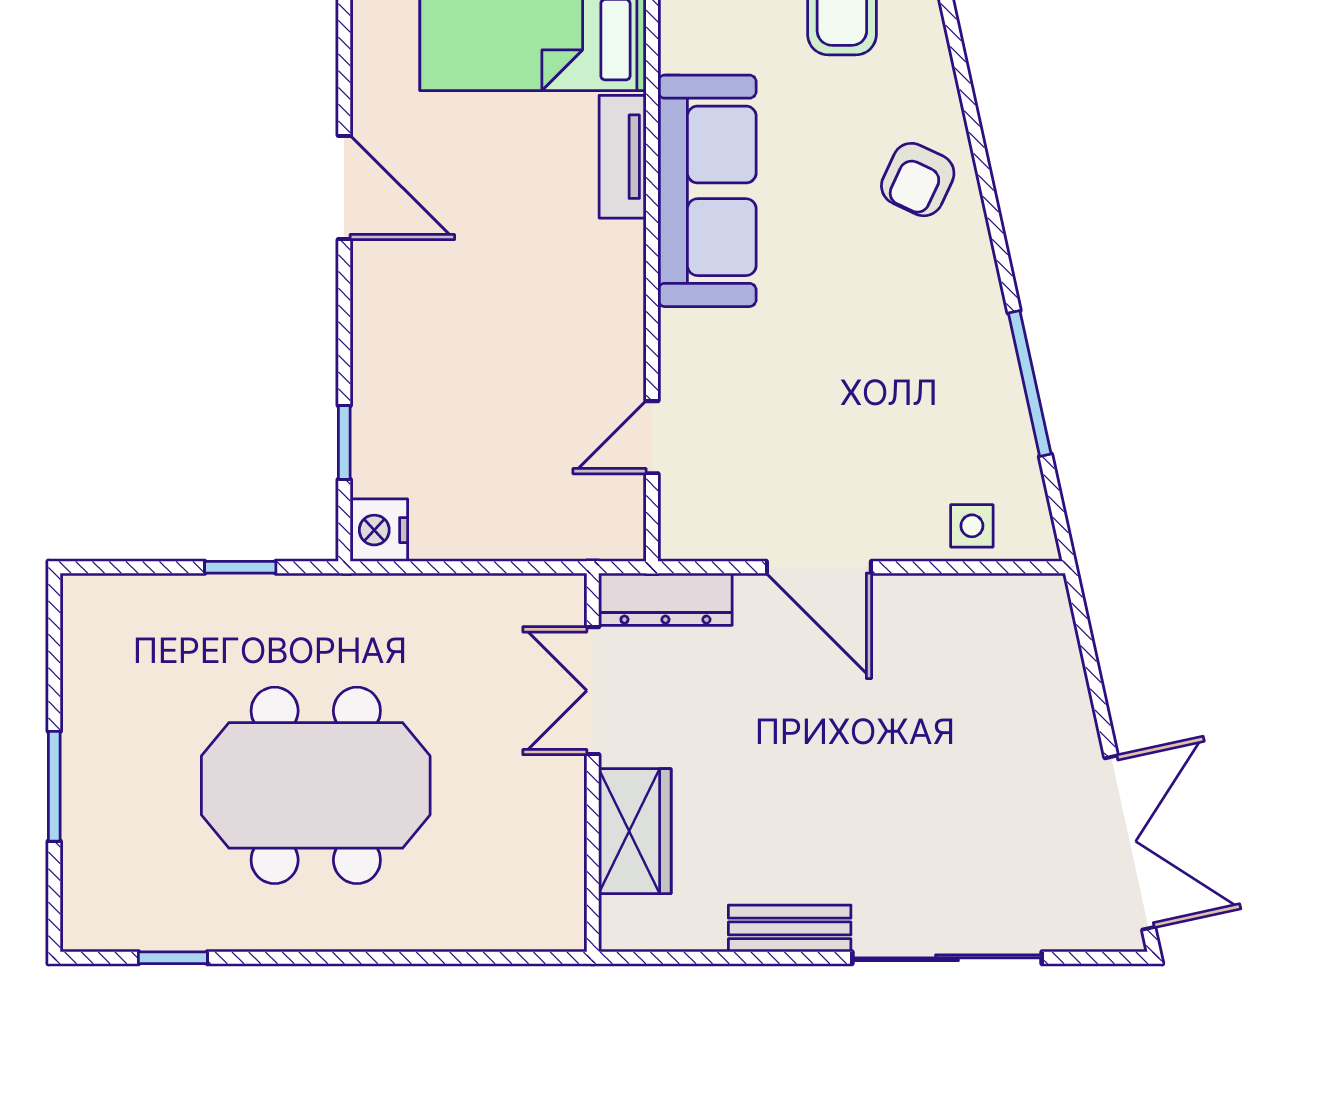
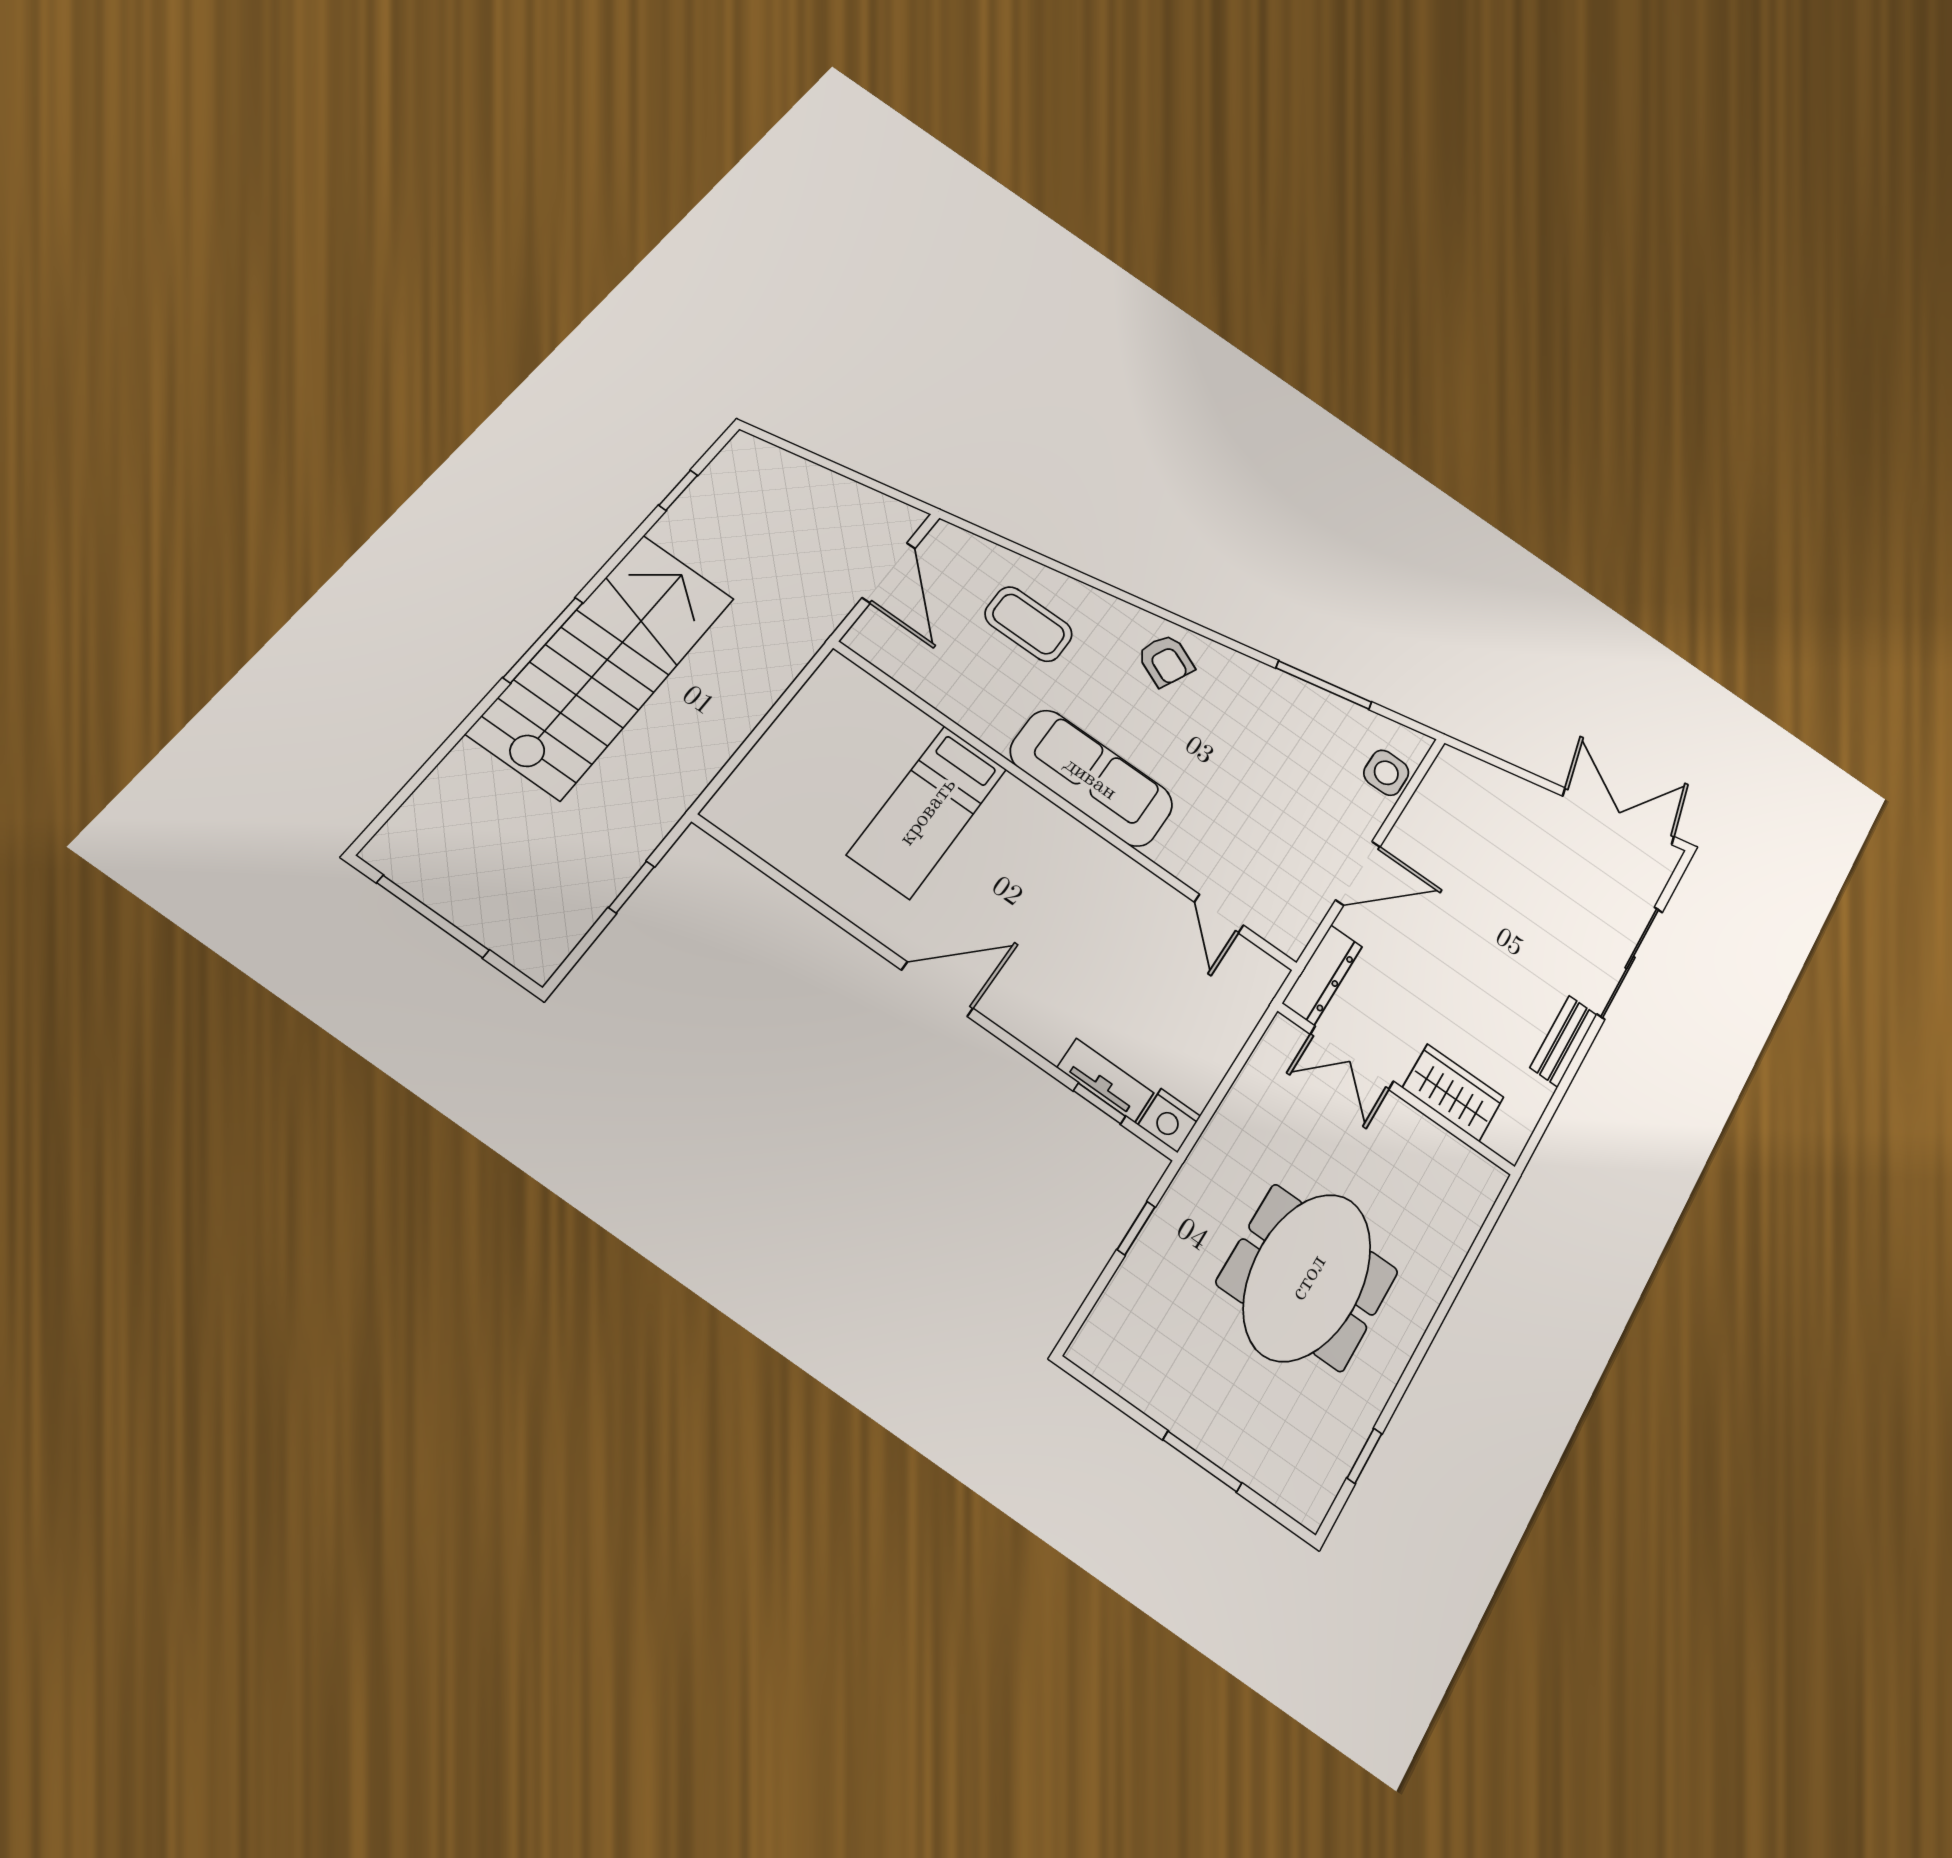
tv unit: (623, 157) -> (1105, 1080), moved, turned 180
side table: (972, 526) -> (1386, 773), width x1.37, depth x1.37

